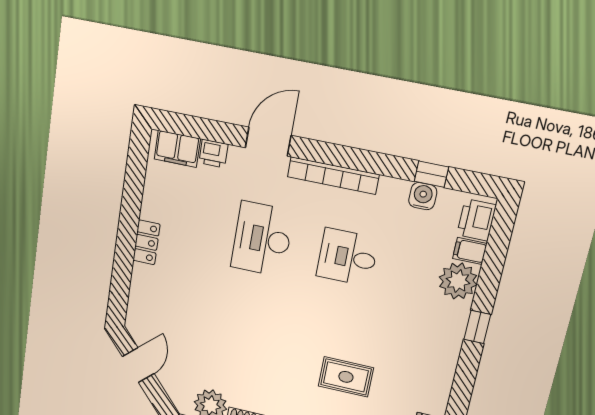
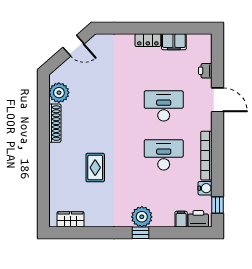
filing cabinet: (177, 149) -> (174, 42), moved, turned -90
window: (431, 174) -> (217, 205), moved
bookcase: (333, 176) -> (206, 156), moved
desk: (347, 257) -> (164, 155), width x1.37
plant: (458, 281) -> (142, 217), moved

